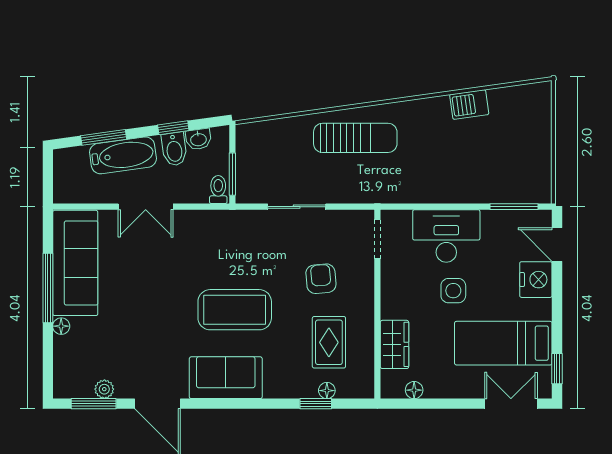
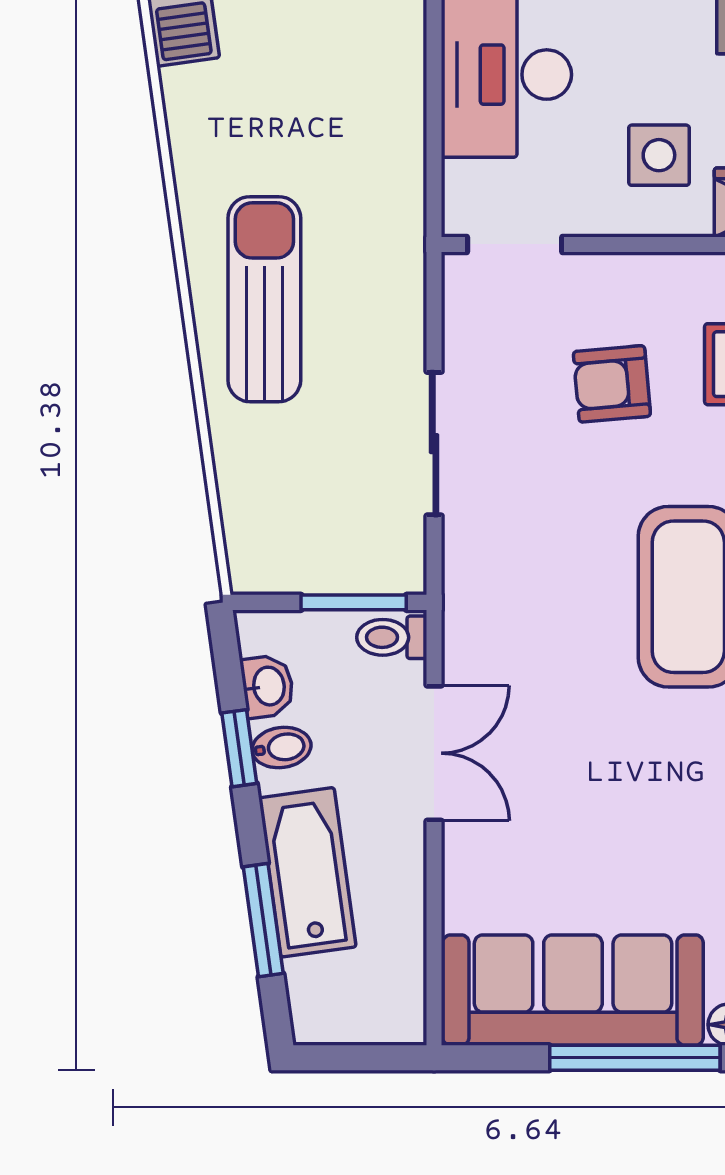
bidet: (174, 149) -> (281, 748), width x0.72, depth x0.74
double door: (146, 207) -> (434, 753), moved
side table: (453, 291) -> (659, 155), moved

